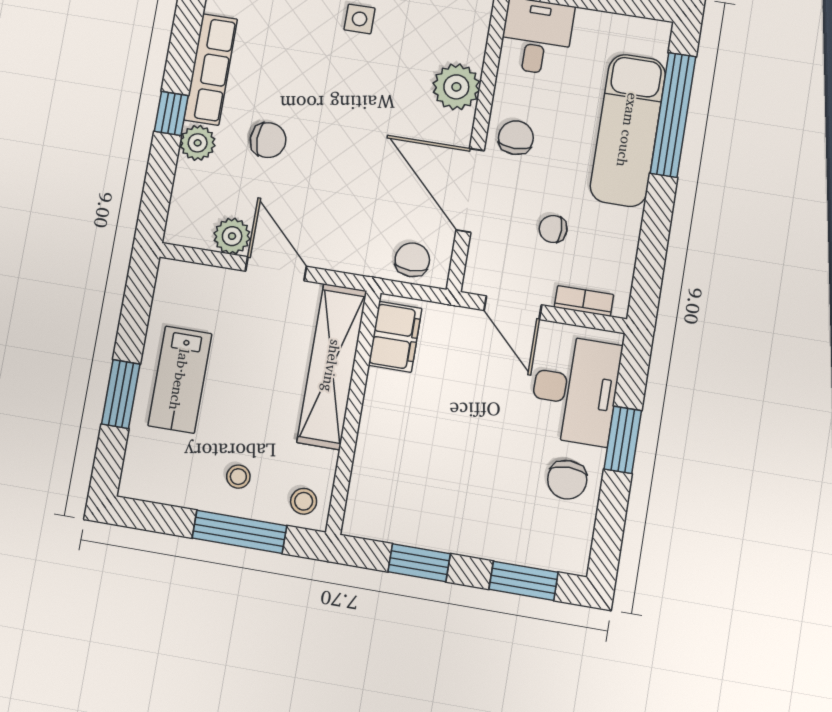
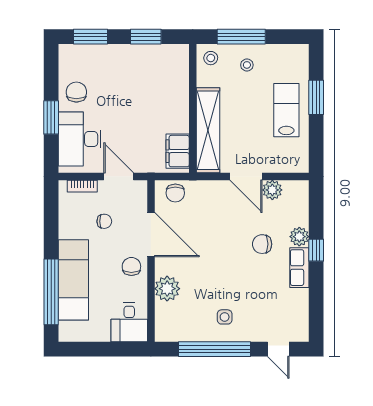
row of seats: (211, 69) -> (299, 268), width x0.68
chair: (516, 138) -> (131, 266), turned 180

